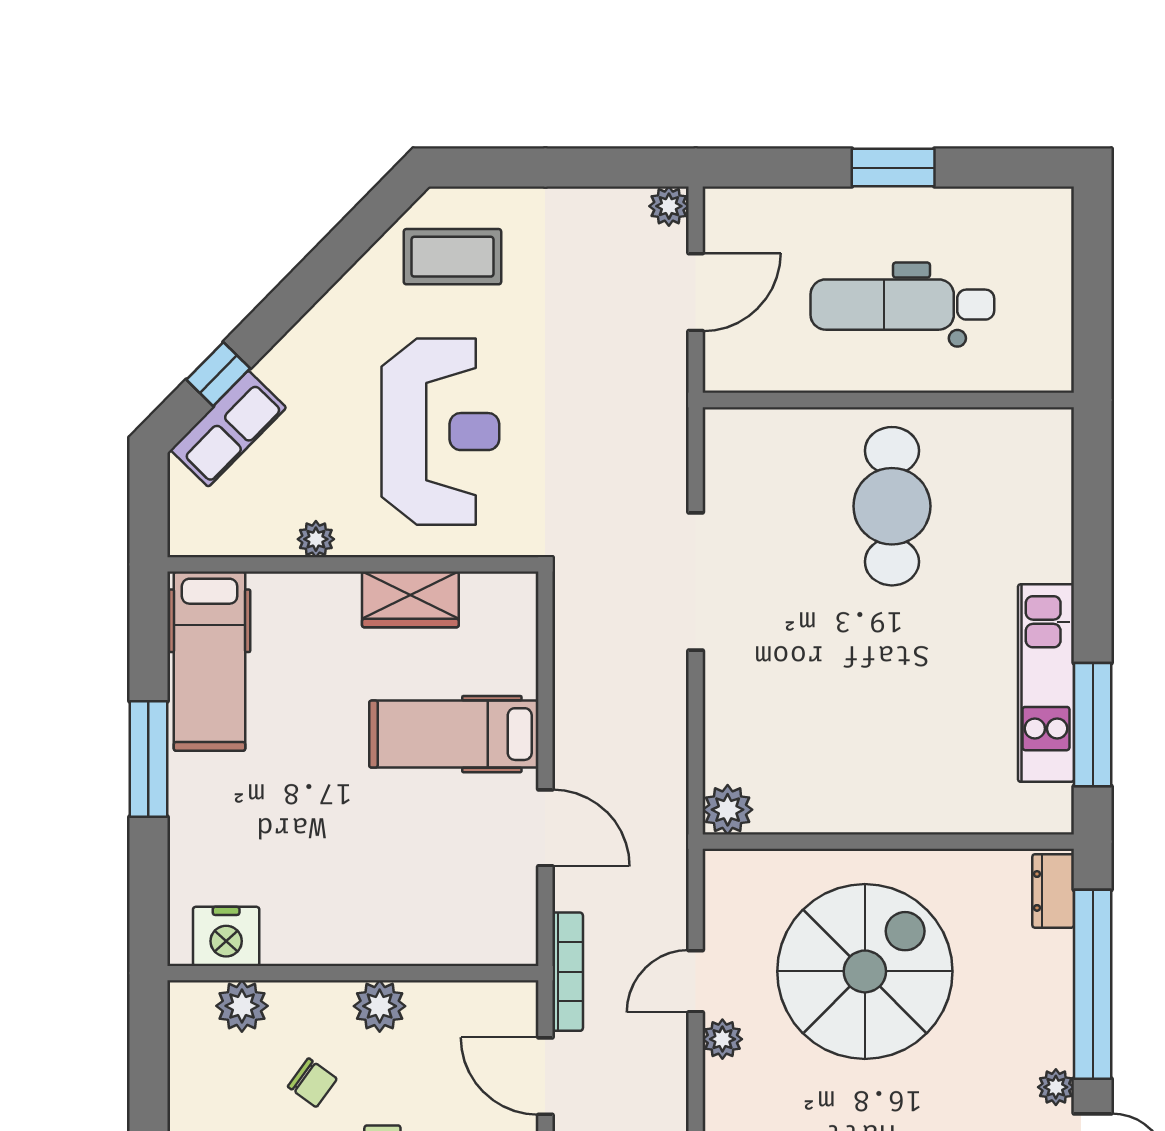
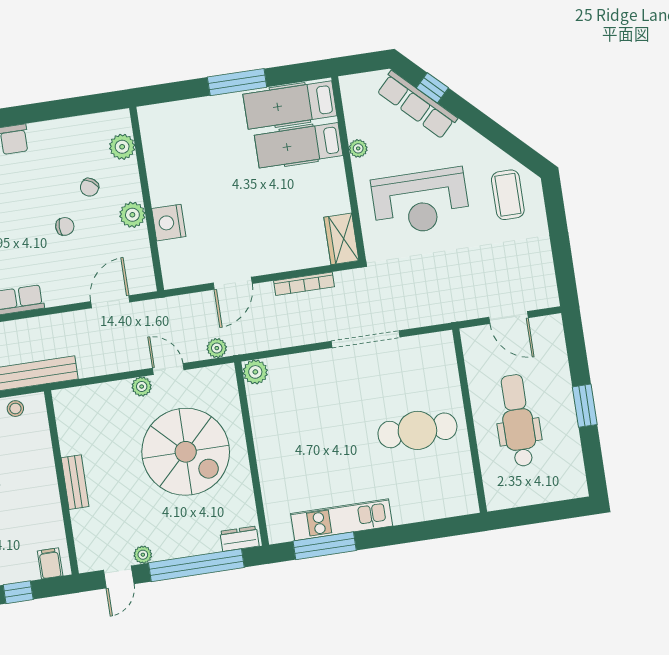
plant: (669, 206) -> (217, 348), moved
row of seats: (228, 429) -> (417, 105), width x1.48
wardrobe: (410, 599) -> (341, 239), moved
hospital bed: (454, 734) -> (299, 145), moved, turned -90
nightstand: (226, 936) -> (169, 223), moved
bookcase: (568, 972) -> (304, 284), moved

